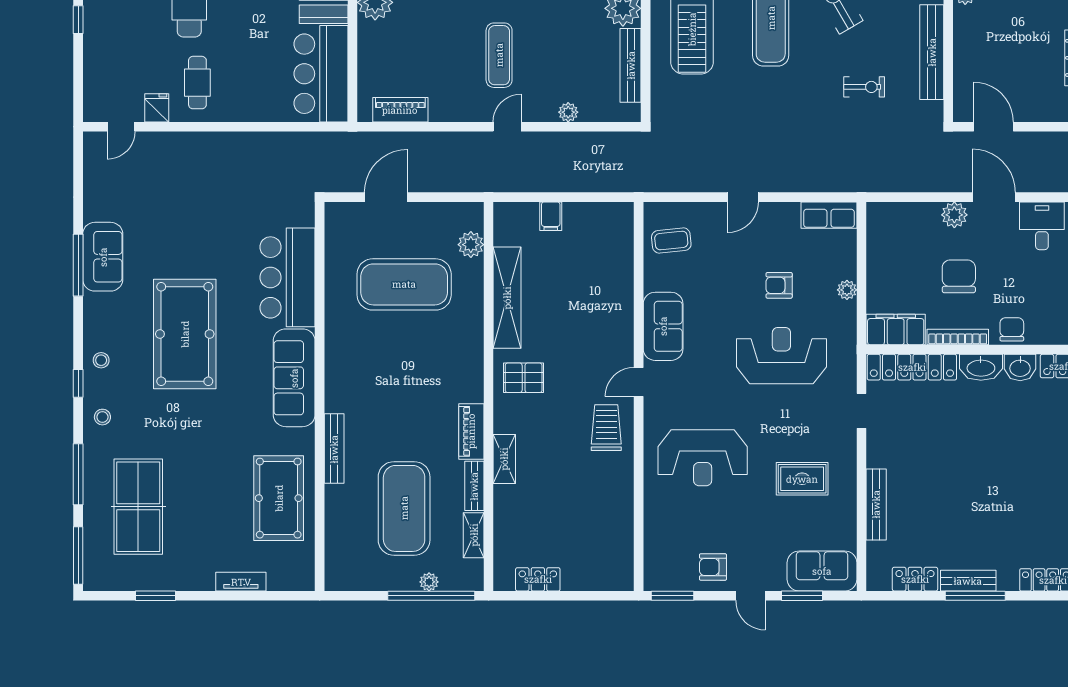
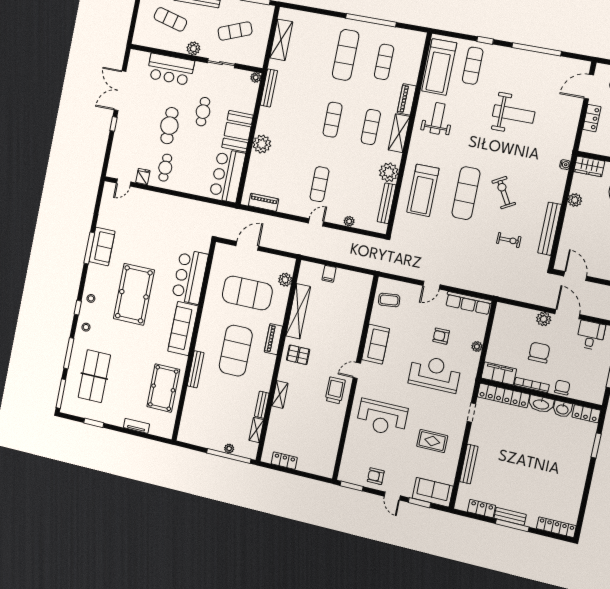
row of seats: (829, 215) -> (468, 303), width x1.48
piano: (471, 431) -> (273, 339), moved
exercise mat: (404, 508) -> (236, 351), moved

